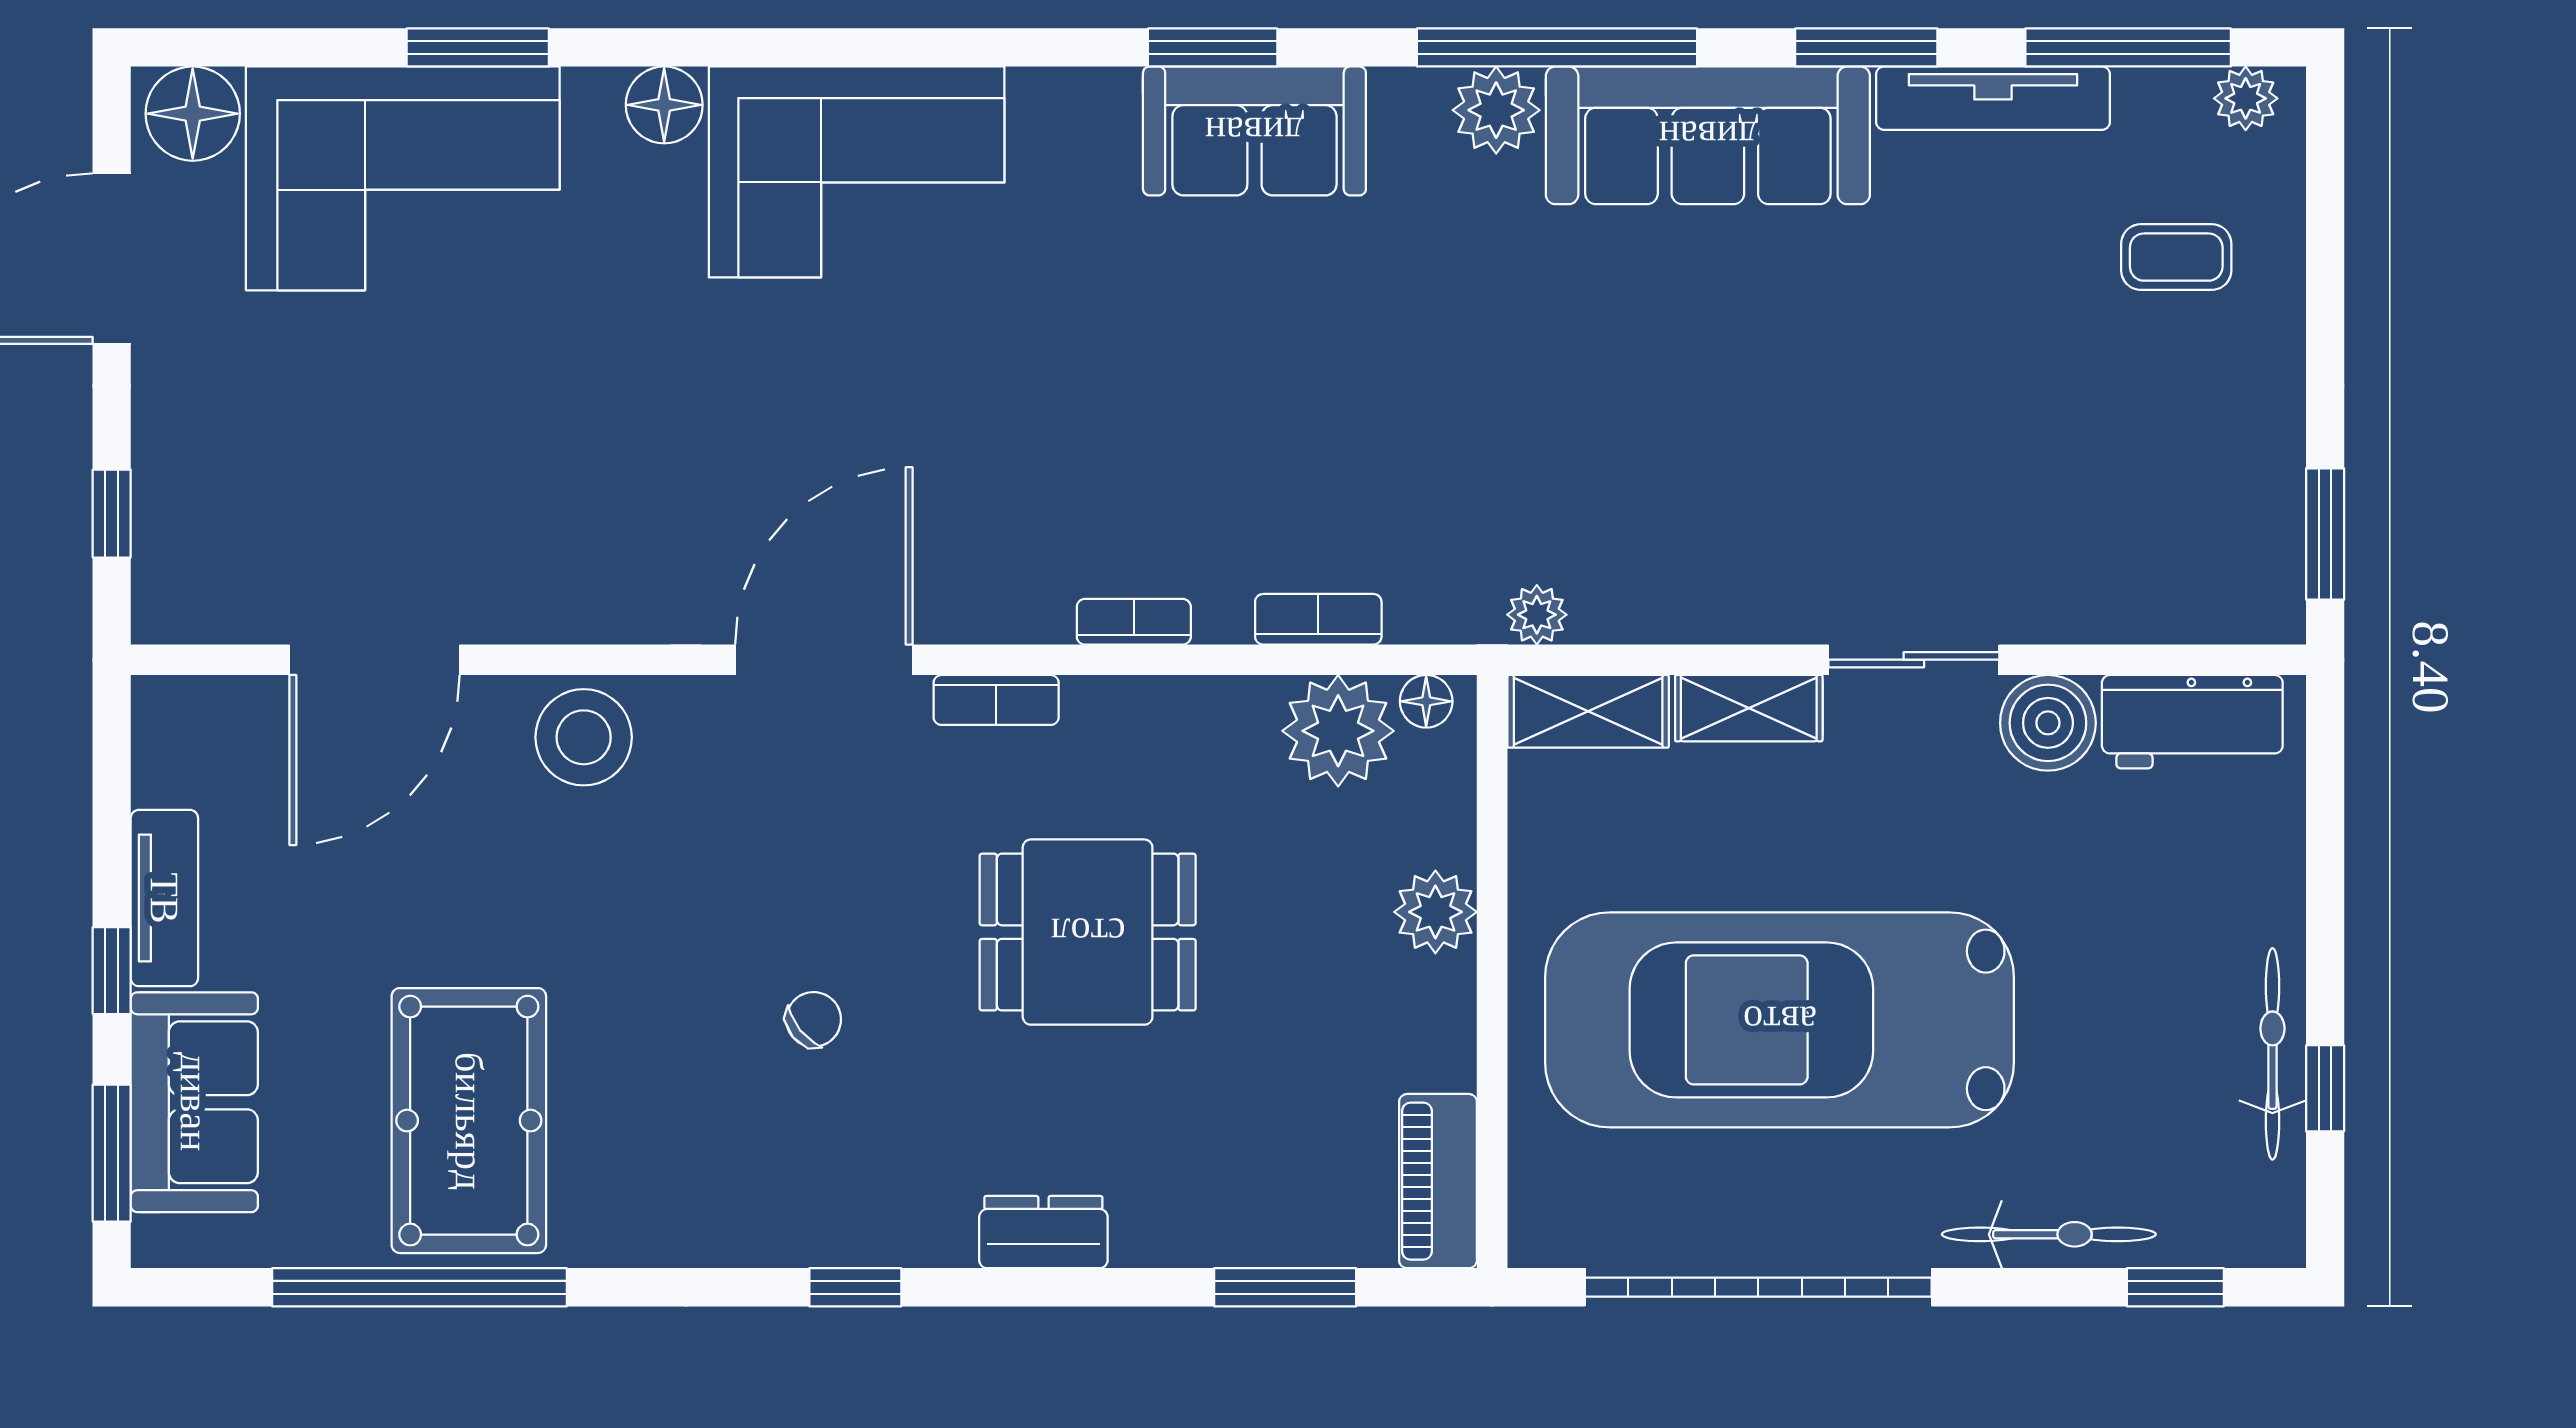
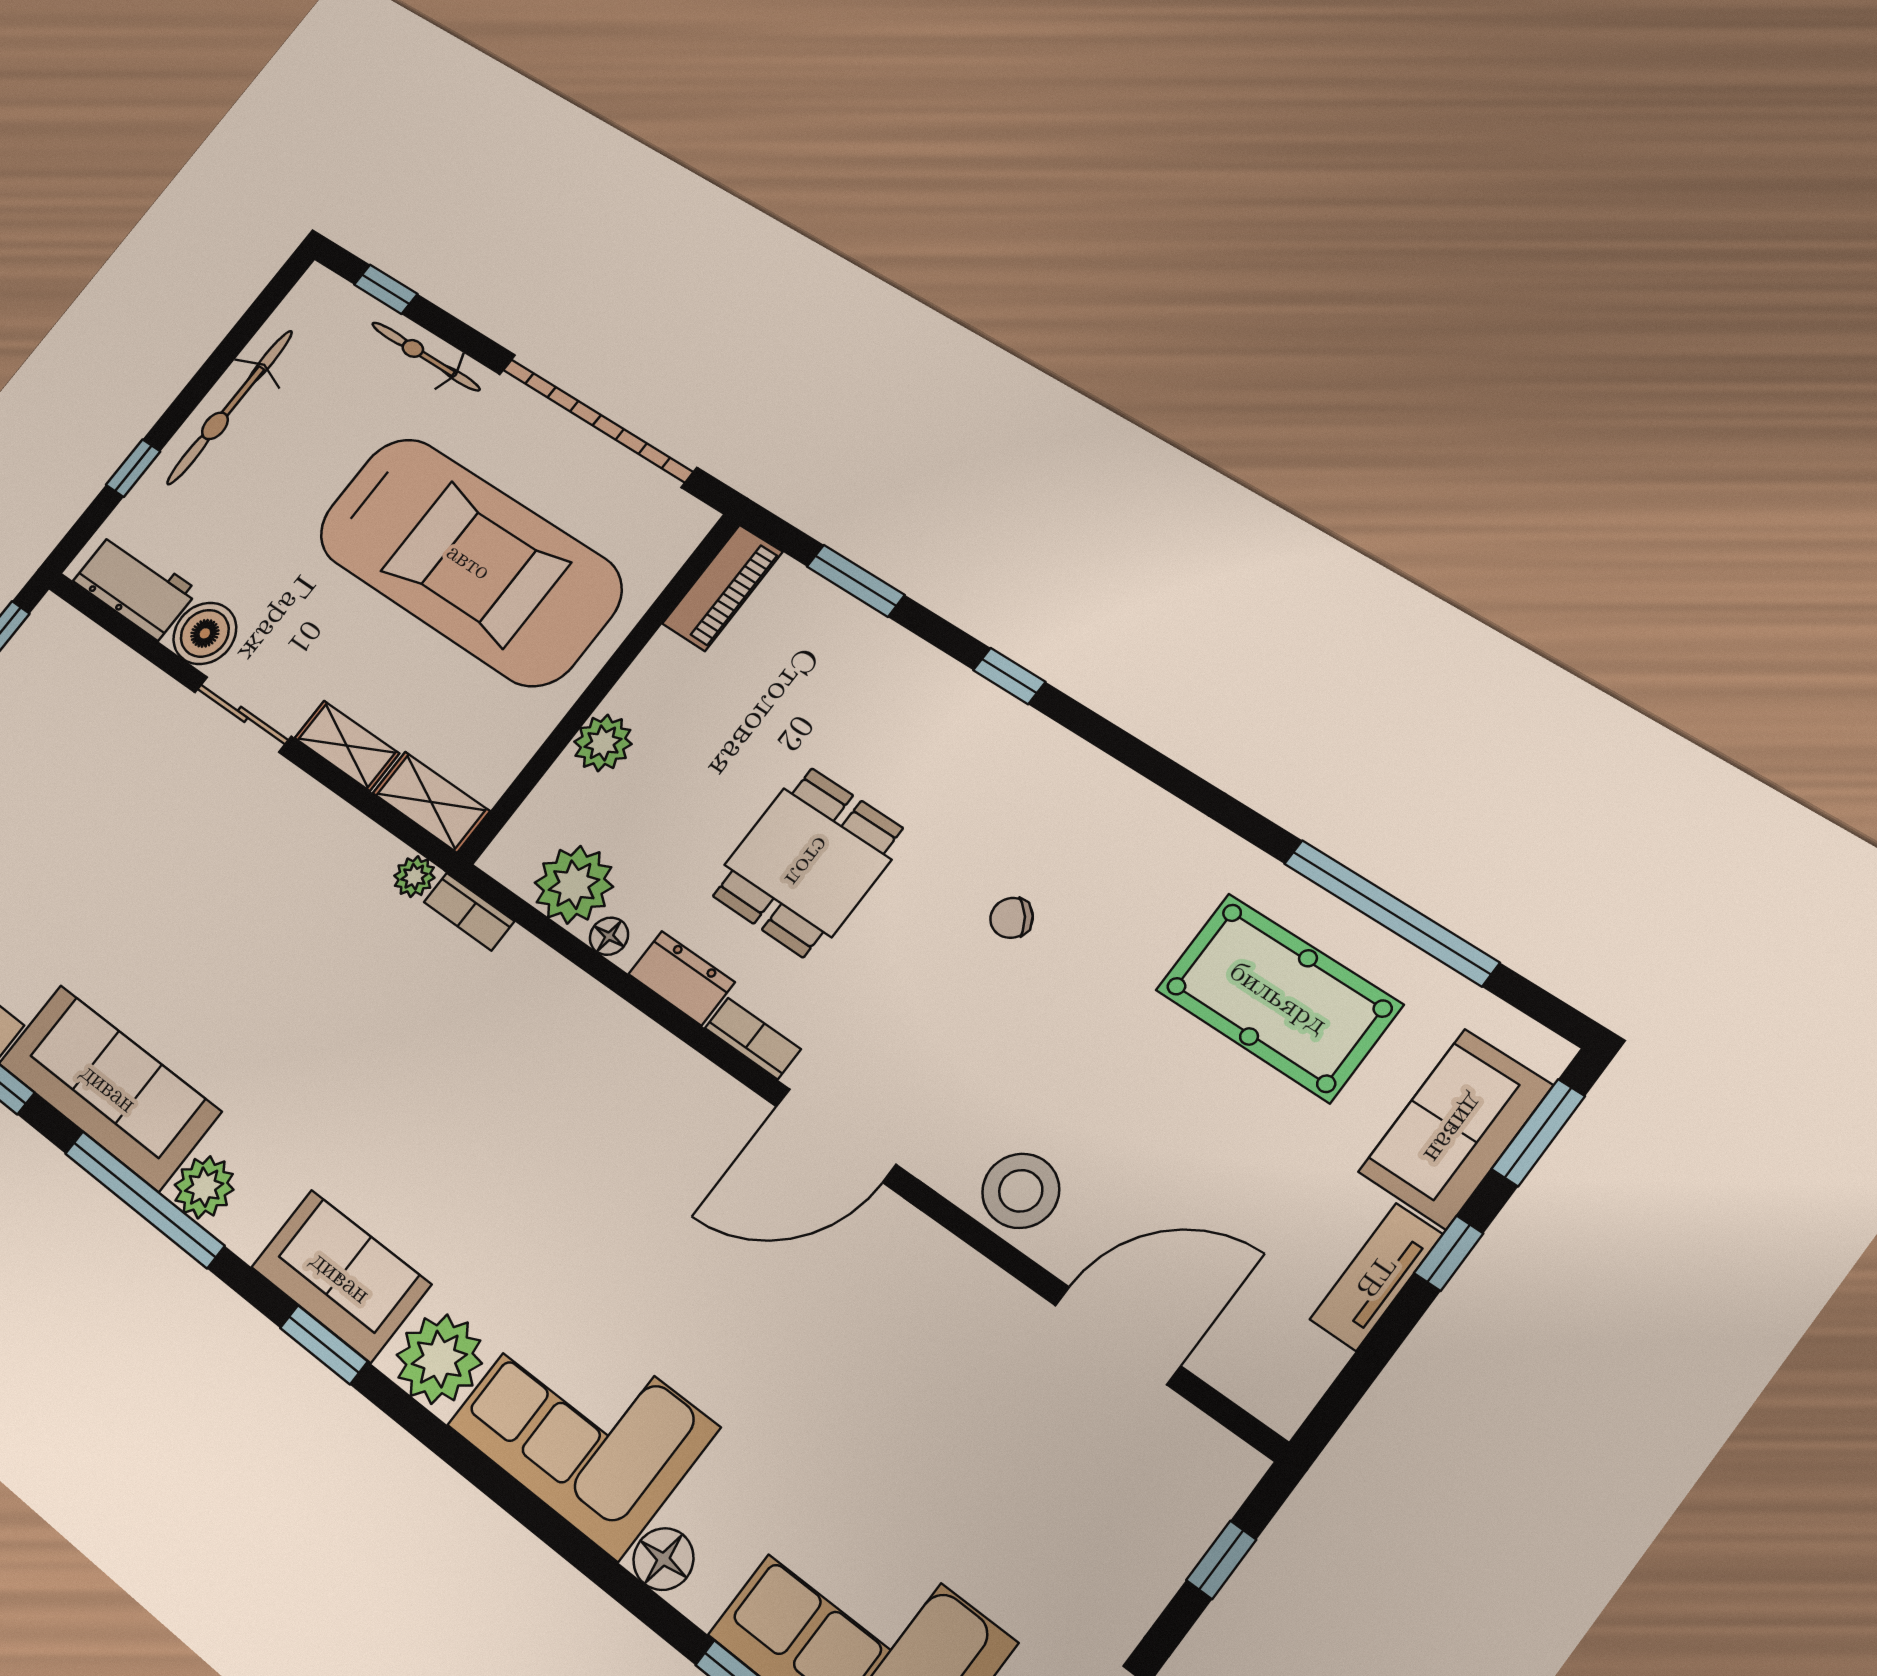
plant: (1070, 126) -> (439, 1359), added
bookcase: (1318, 619) -> (469, 912), moved
bookcase: (1134, 622) -> (637, 1030), removed
floor lamp: (1426, 701) -> (609, 936), moved
dining table: (1088, 932) -> (808, 862), turned 90
bicycle: (2272, 1054) -> (230, 408), width x1.37, depth x1.40
window: (2325, 1088) -> (133, 468), moved
pool table: (469, 1121) -> (1279, 997), turned 90
dresser: (1043, 1232) -> (681, 978), moved, turned 180
window: (855, 1287) -> (1009, 676), moved

